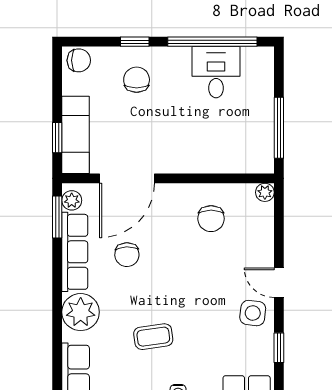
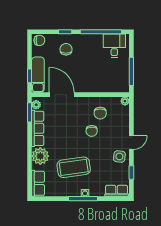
desk: (216, 72) -> (114, 46), moved
door: (127, 178) -> (62, 95), swing flipped
chair: (127, 255) -> (92, 131), moved
door: (279, 283) -> (131, 143), swing flipped
coffee table: (153, 337) -> (74, 167), width x1.86, depth x1.72

